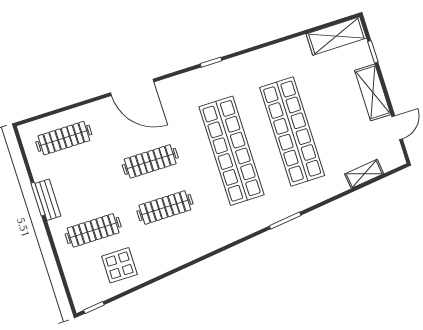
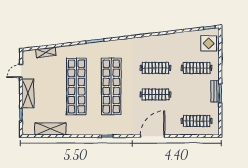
shelving: (336, 36) -> (50, 129), moved
door: (132, 87) -> (153, 136), hinge flipped
display table: (119, 265) -> (209, 43), moved

